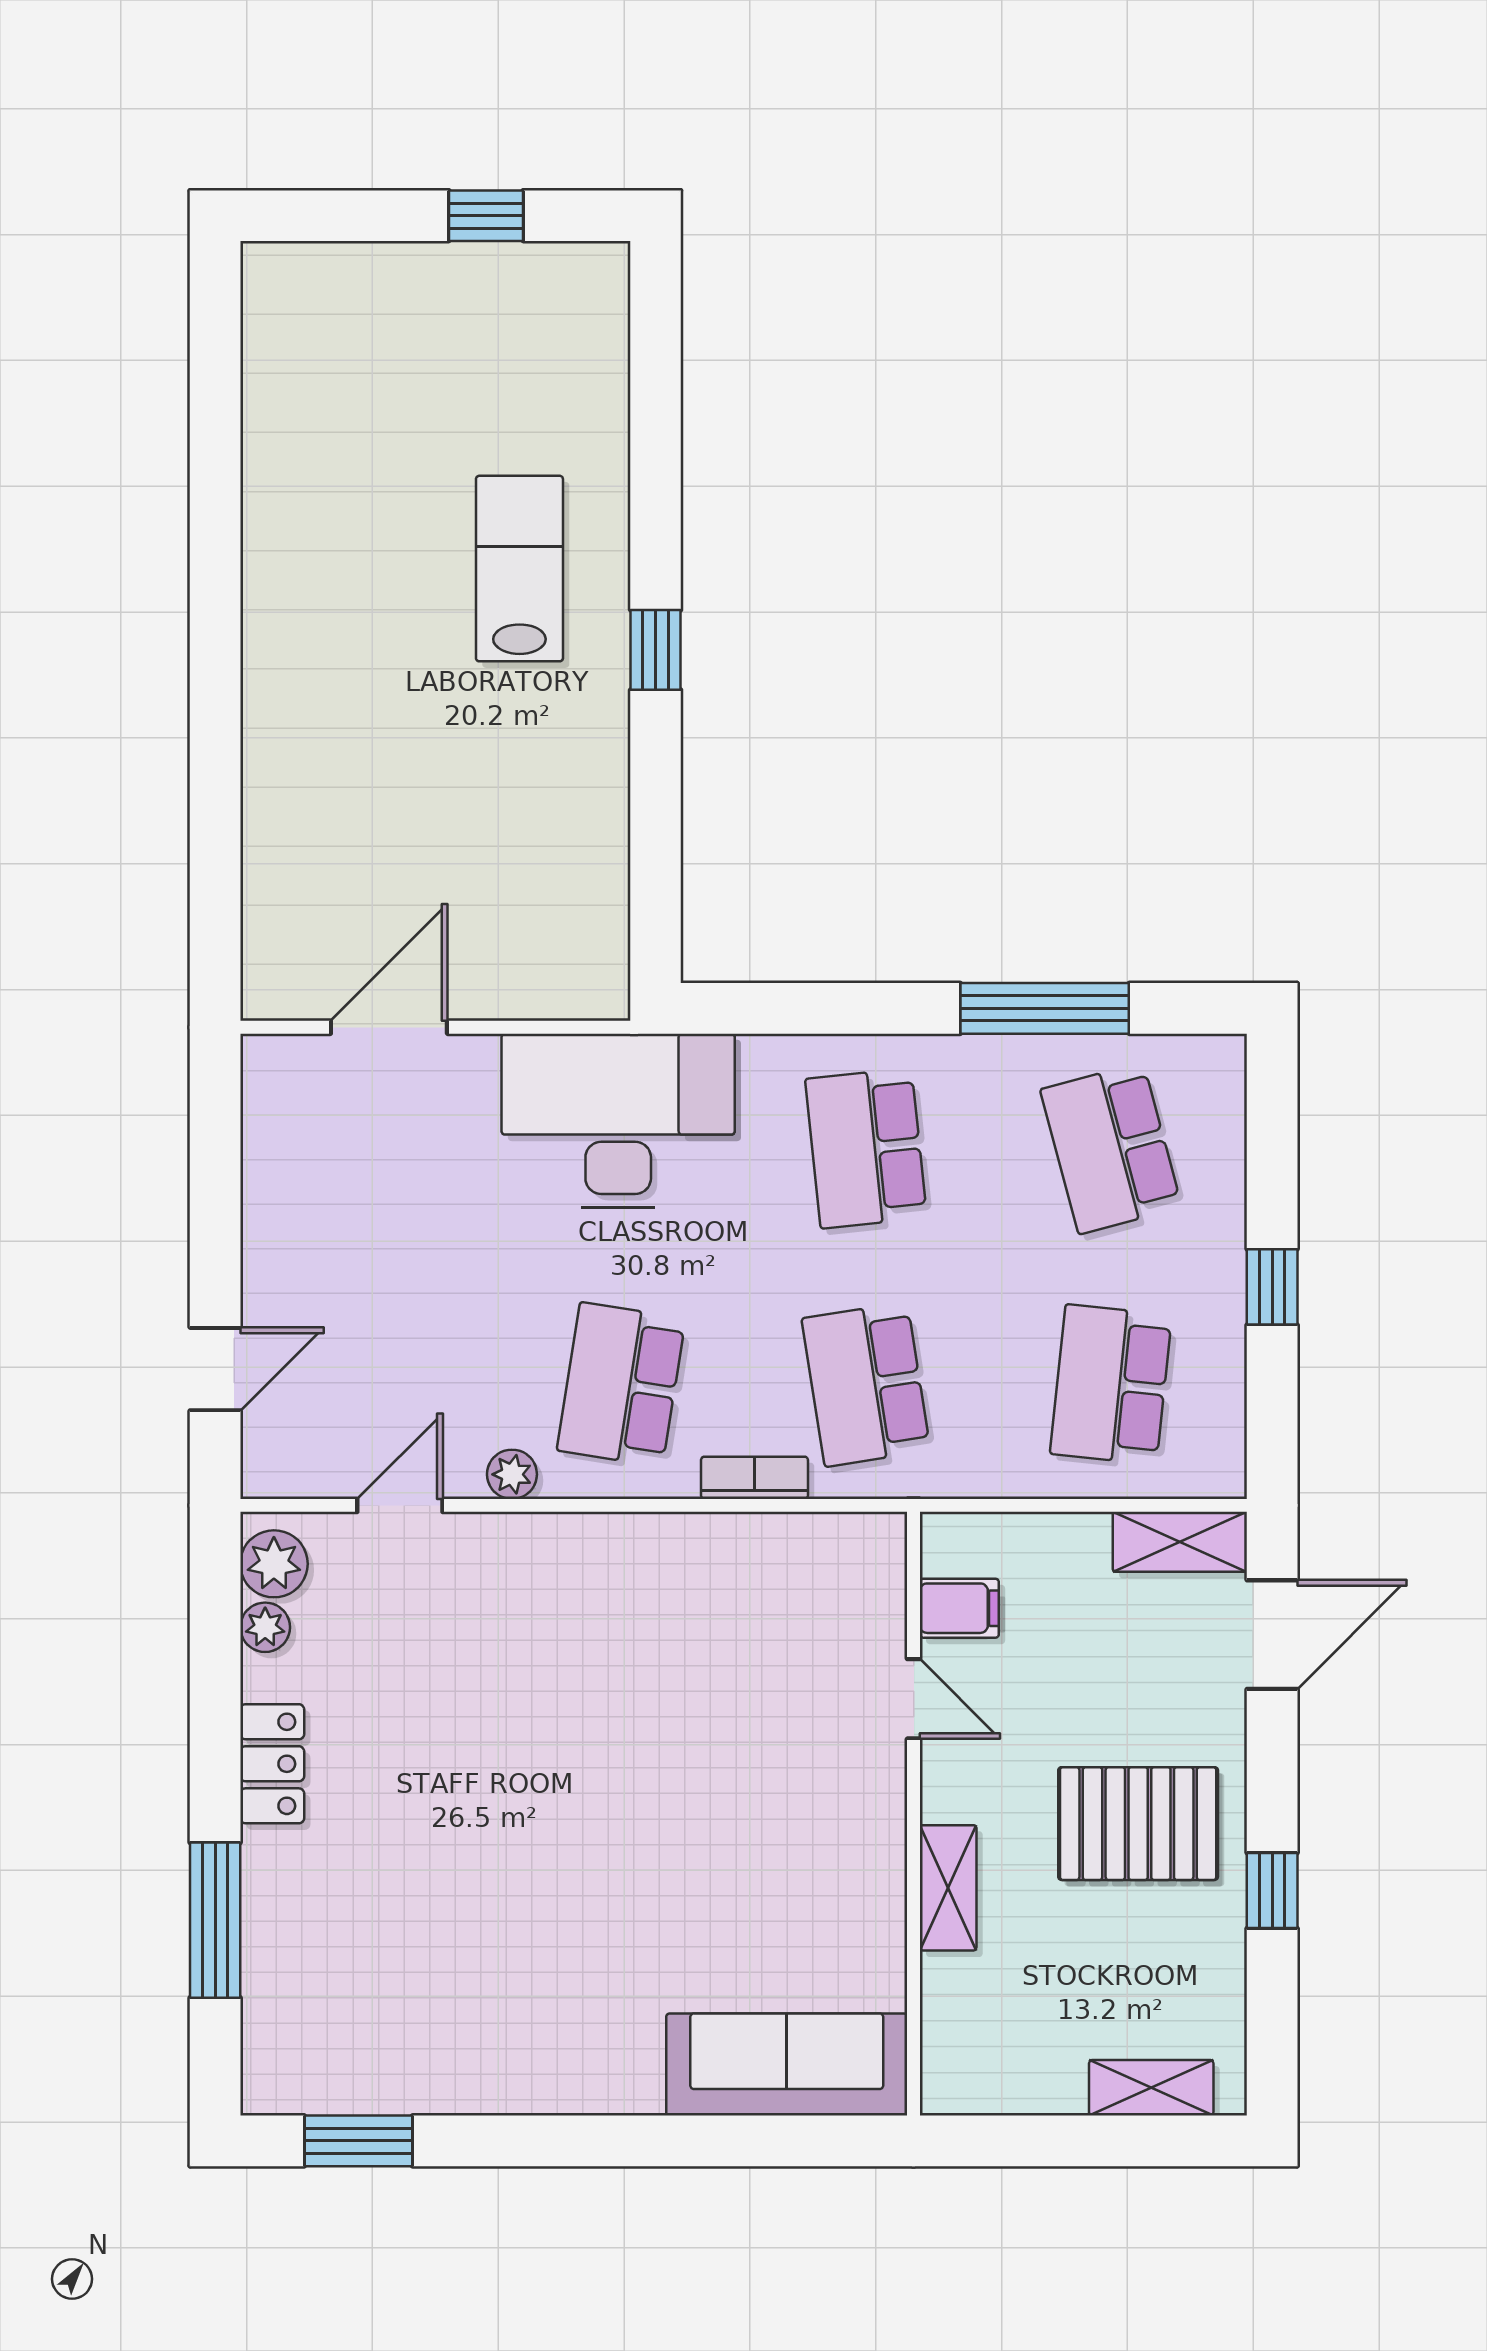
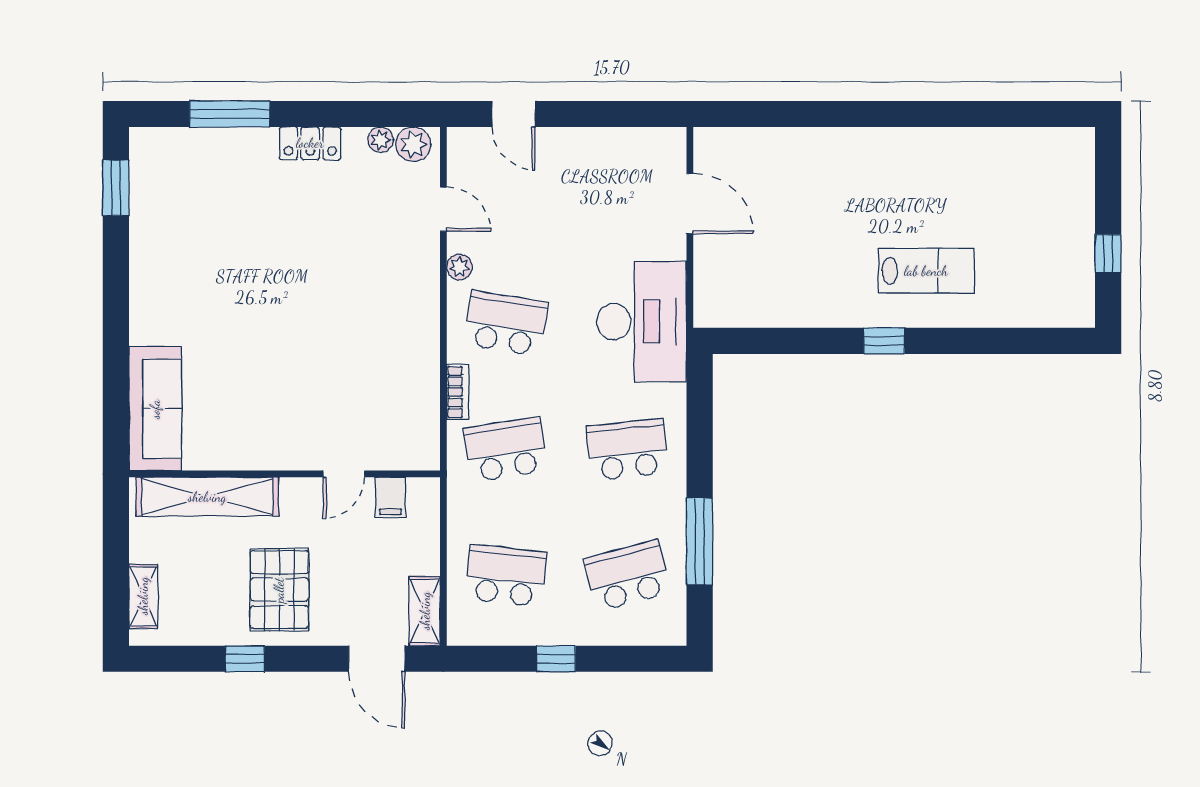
shelving: (948, 1888) -> (207, 497), width x2.20, depth x1.33

